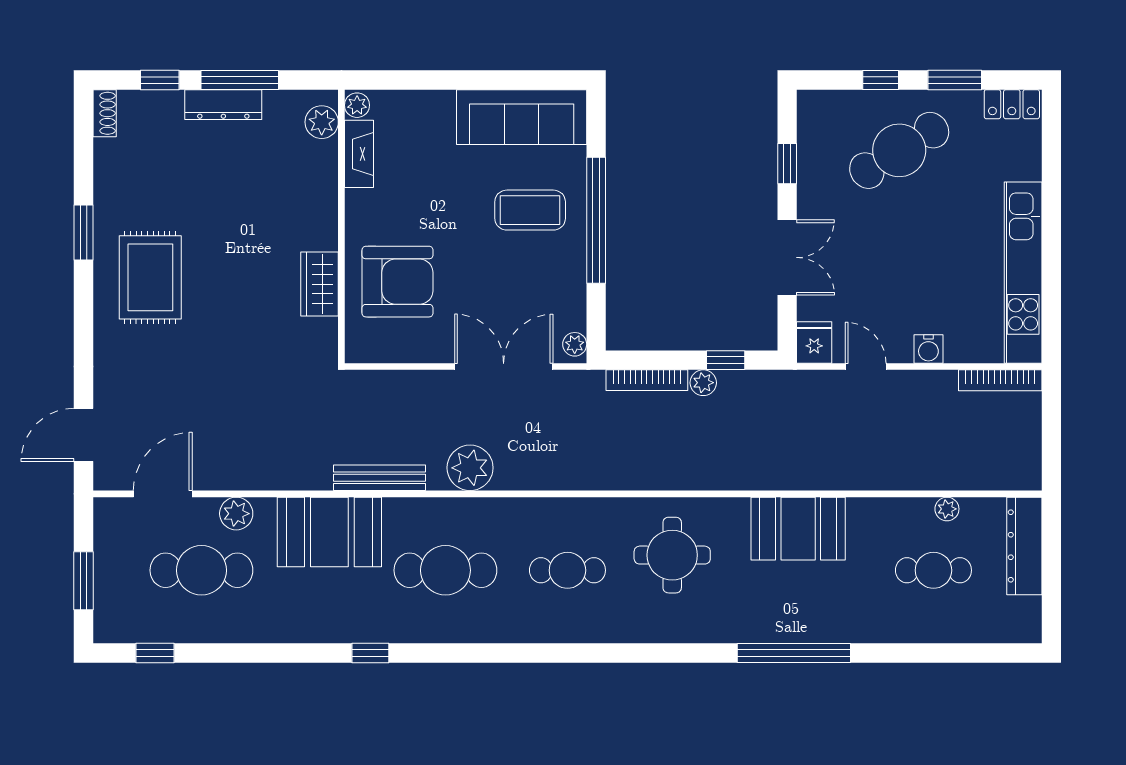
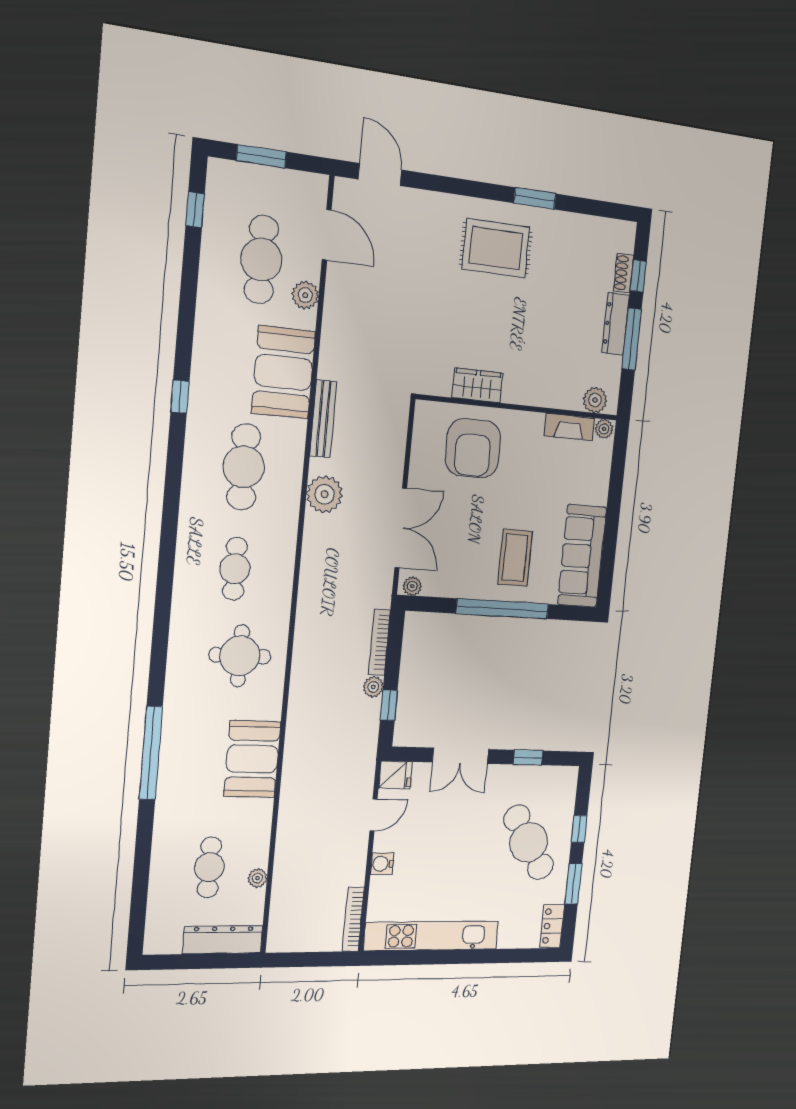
shoe rack: (105, 113) -> (624, 273), moved, turned 90

